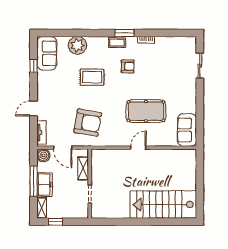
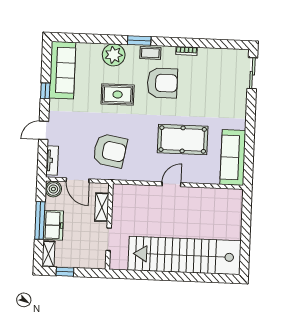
window: (124, 33) -> (139, 41), moved
plant: (77, 45) -> (114, 55), moved
sofa: (47, 53) -> (62, 70), width x1.36
window: (34, 66) -> (45, 91), moved
armchair: (128, 66) -> (162, 83), width x1.88, depth x1.88
sliding door: (200, 66) -> (252, 73), moved
sofa: (187, 130) -> (233, 157), width x1.36
stairs: (163, 205) -> (185, 255), width x1.36

